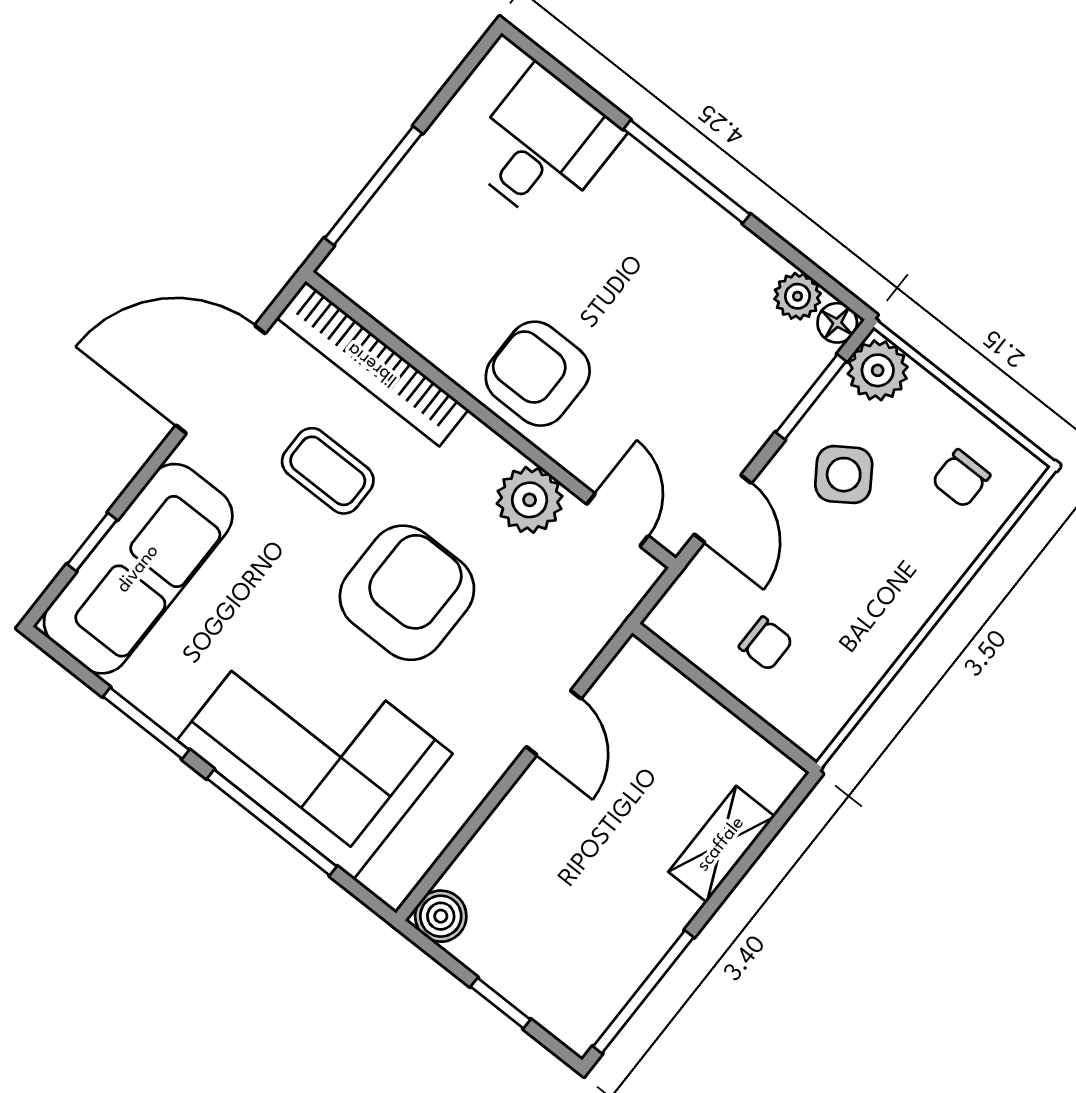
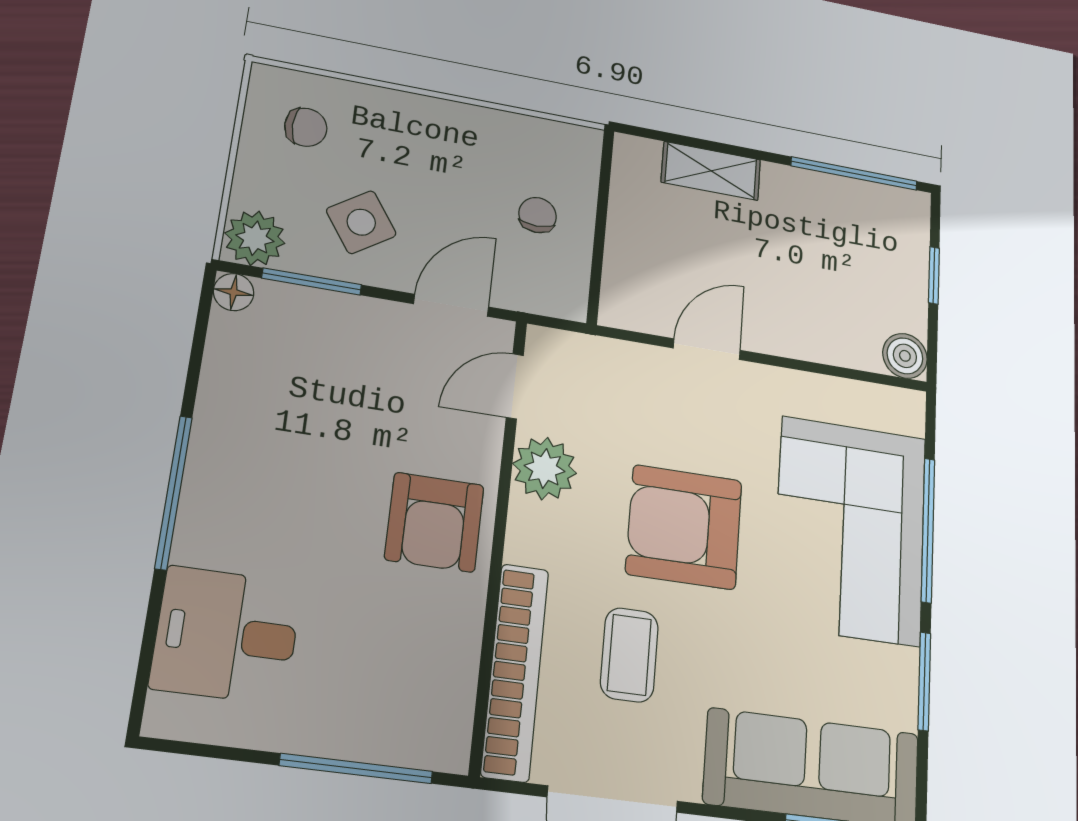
plant: (798, 296) -> (230, 337), removed

